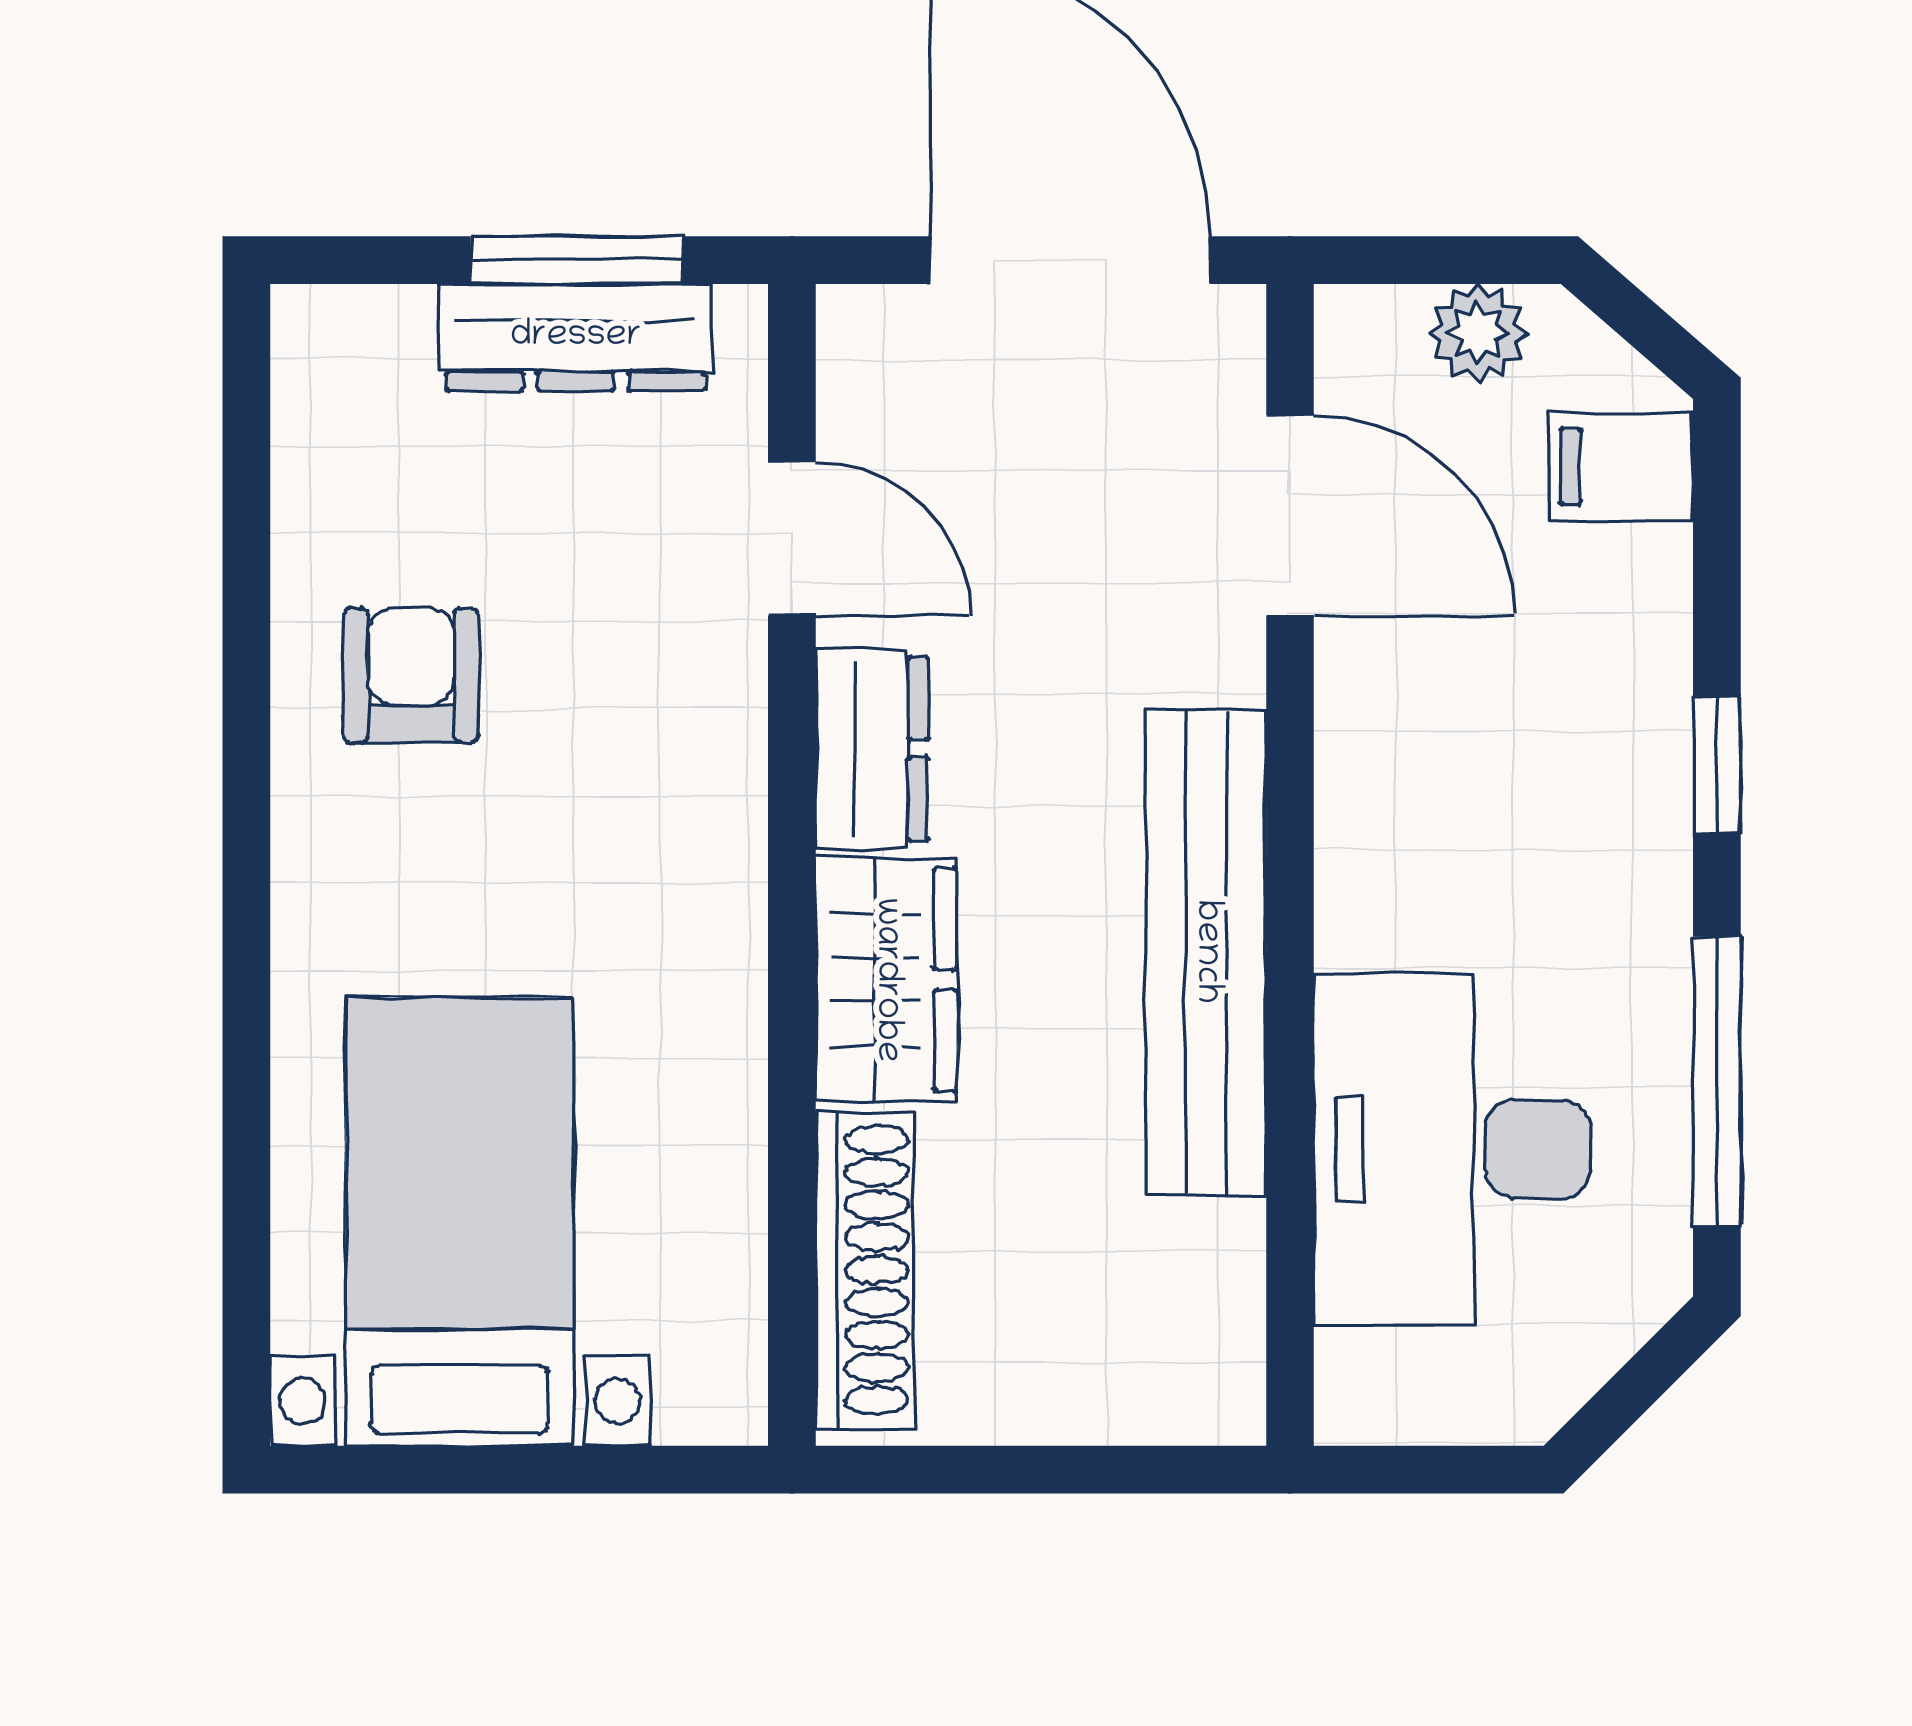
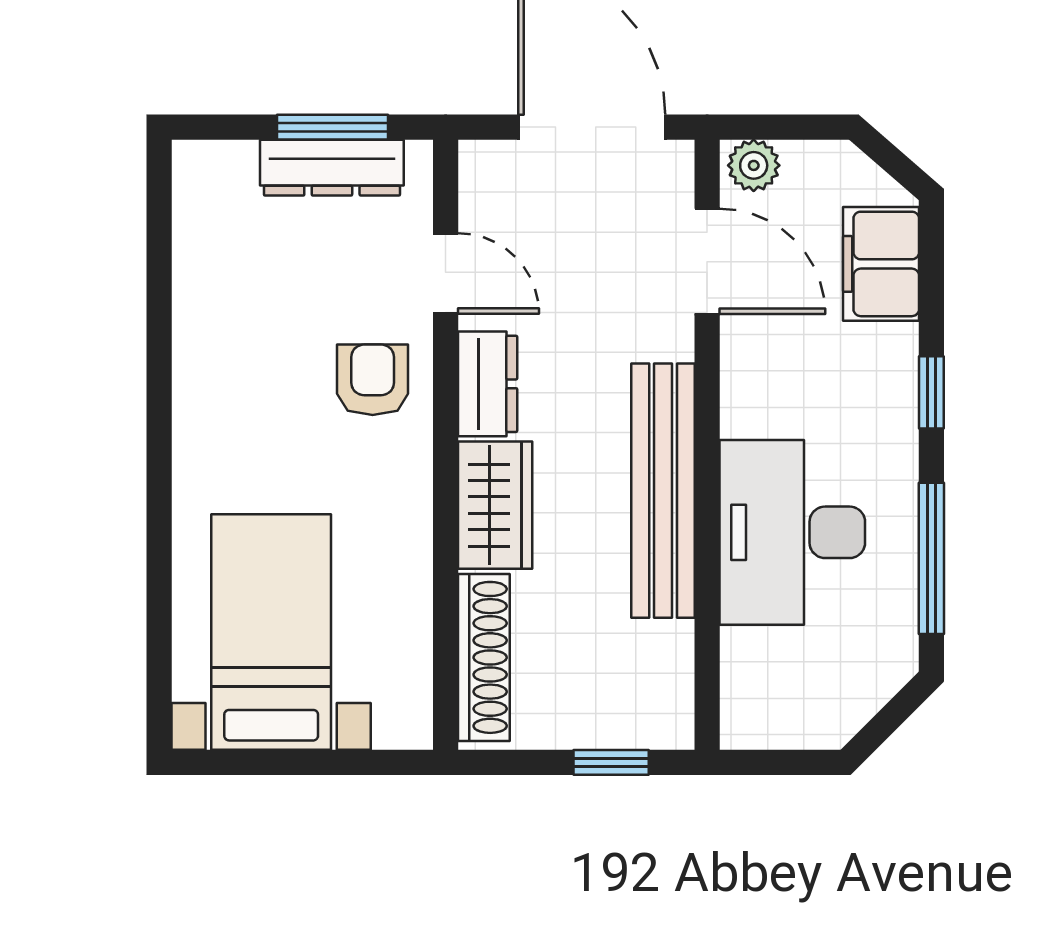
plant: (1478, 333) -> (754, 165), moved
filing cabinet: (1621, 466) -> (881, 264), width x2.00
armchair: (411, 675) -> (373, 380), moved
desk: (1452, 1149) -> (792, 532), moved
window: (1107, 1470) -> (611, 762), added

